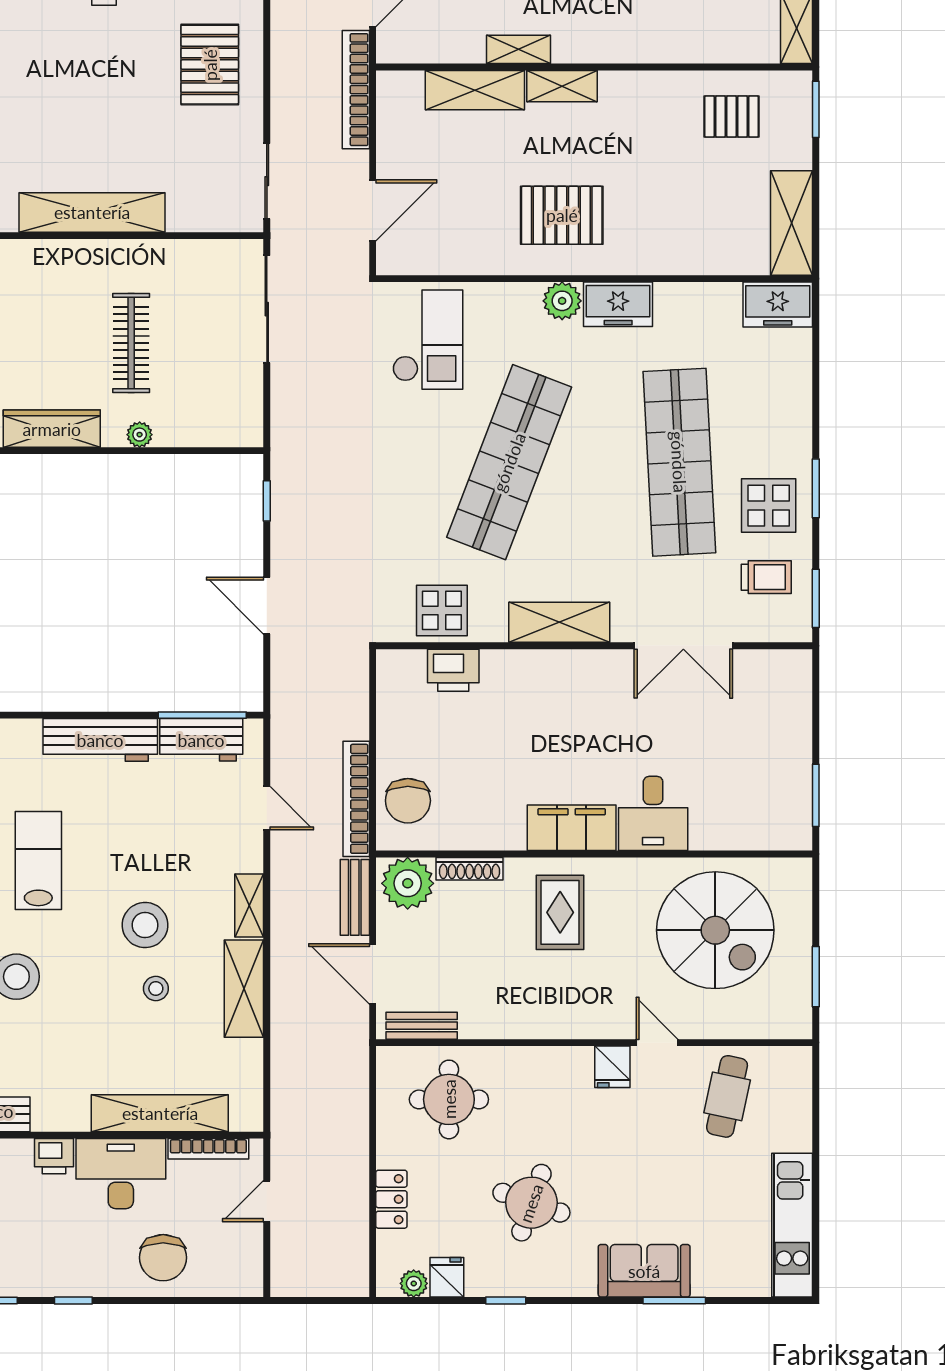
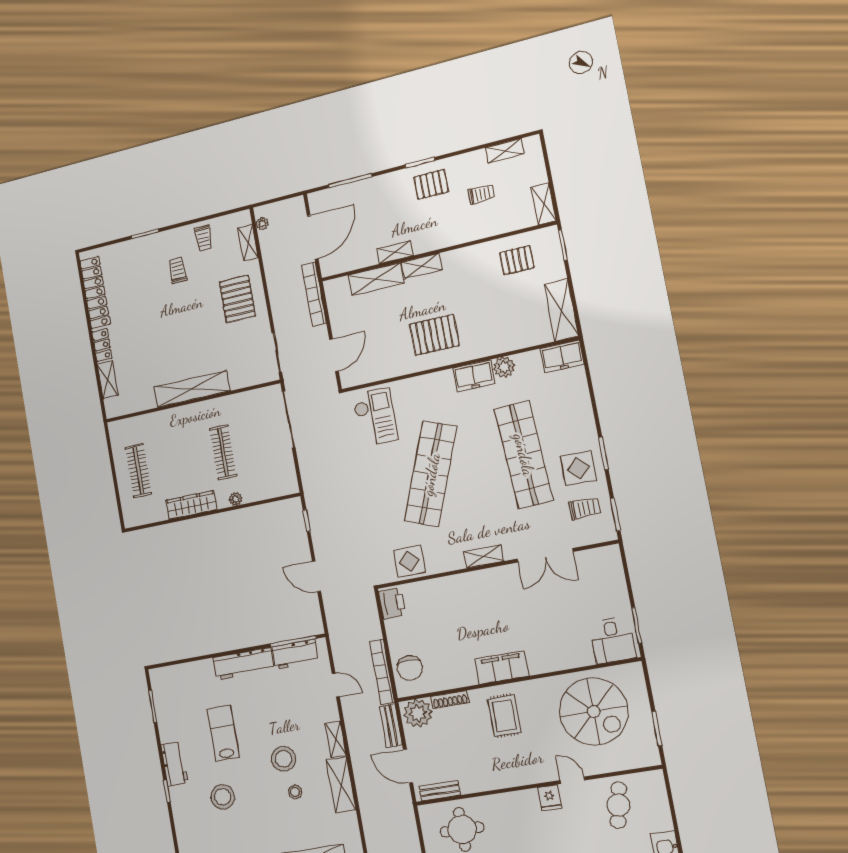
plant: (562, 301) -> (504, 367), moved
shelving: (559, 622) -> (484, 556), width x0.67, depth x0.75
printer: (453, 670) -> (392, 603), moved, turned -90
desk: (653, 813) -> (613, 640), moved

